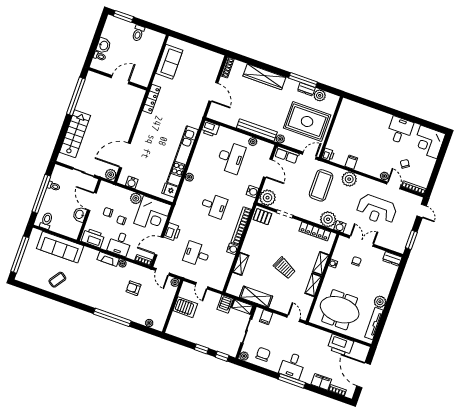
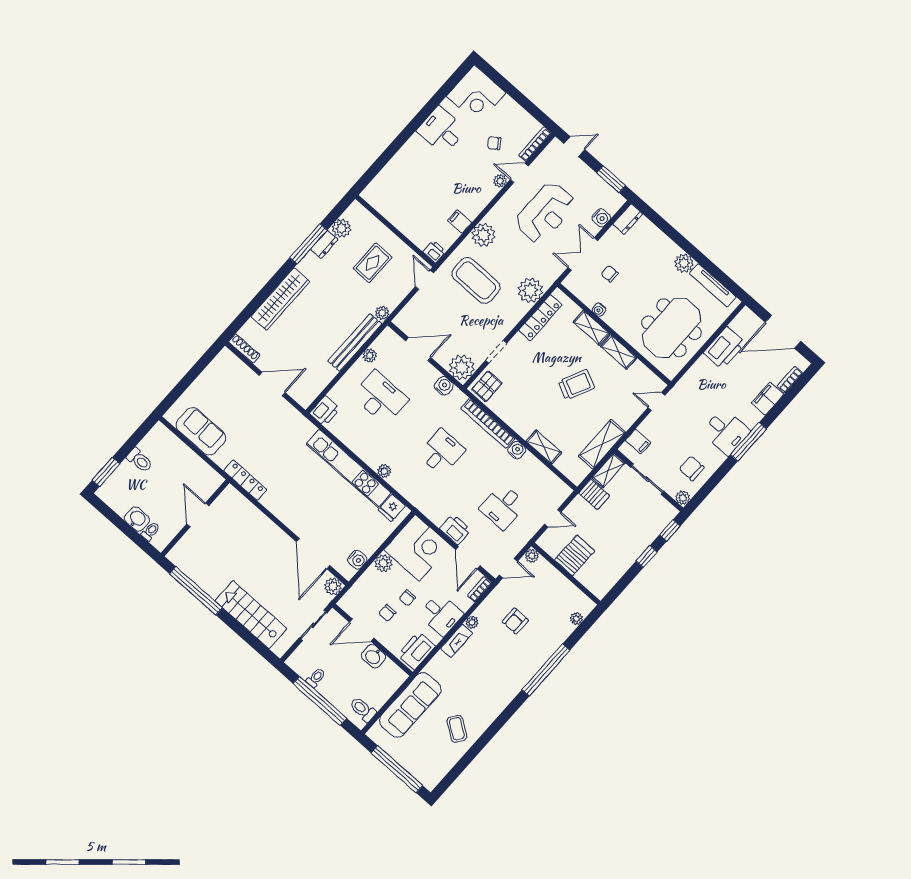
rug: (307, 122) -> (373, 263), width x0.54, depth x0.49
row of seats: (287, 155) -> (410, 313), removed
water cooler: (340, 227) -> (601, 218), moved

